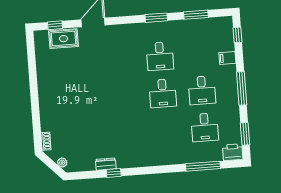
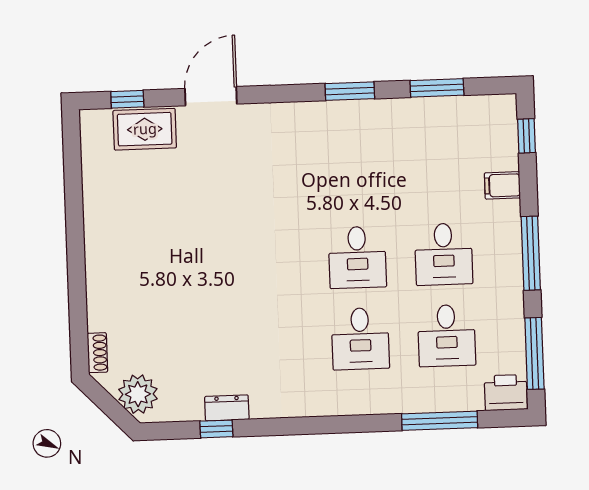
desk: (160, 56) -> (360, 339), moved
window: (245, 134) -> (534, 353), width x1.44
plant: (62, 163) -> (138, 394), width x1.88, depth x1.88
window: (114, 173) -> (216, 429), moved

